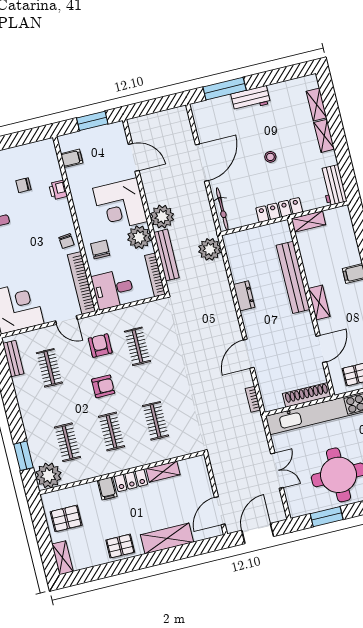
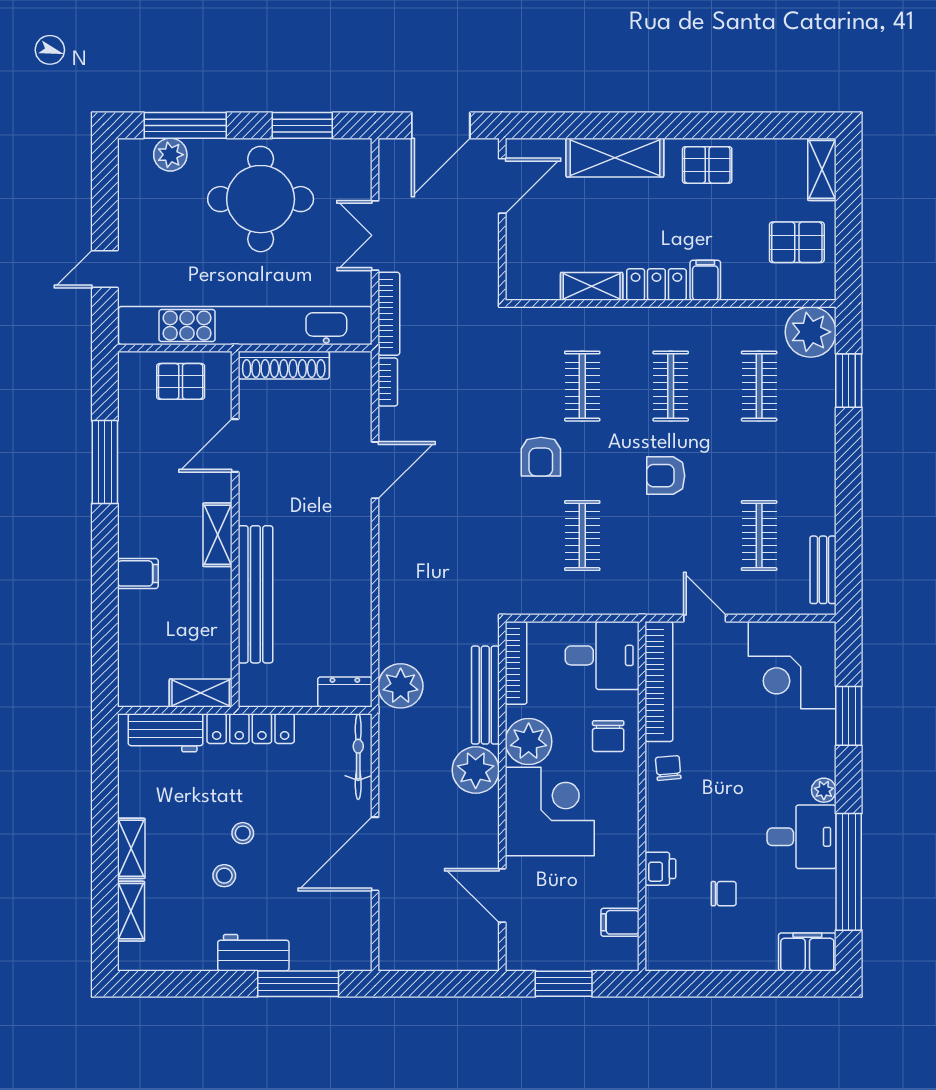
stool: (274, 134) -> (224, 876), added
workbench: (333, 185) -> (166, 733), moved, turned 90
dresser: (244, 296) -> (345, 692), moved, turned 90
armchair: (100, 346) -> (541, 457), moved
bookcase: (261, 433) -> (389, 314), added

